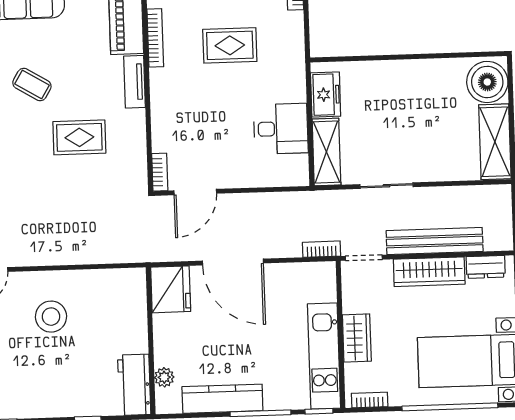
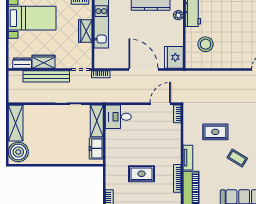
desk: (281, 129) -> (118, 117), moved
wardrobe: (429, 272) -> (44, 62), width x0.67
stool: (51, 317) -> (206, 44), moved

